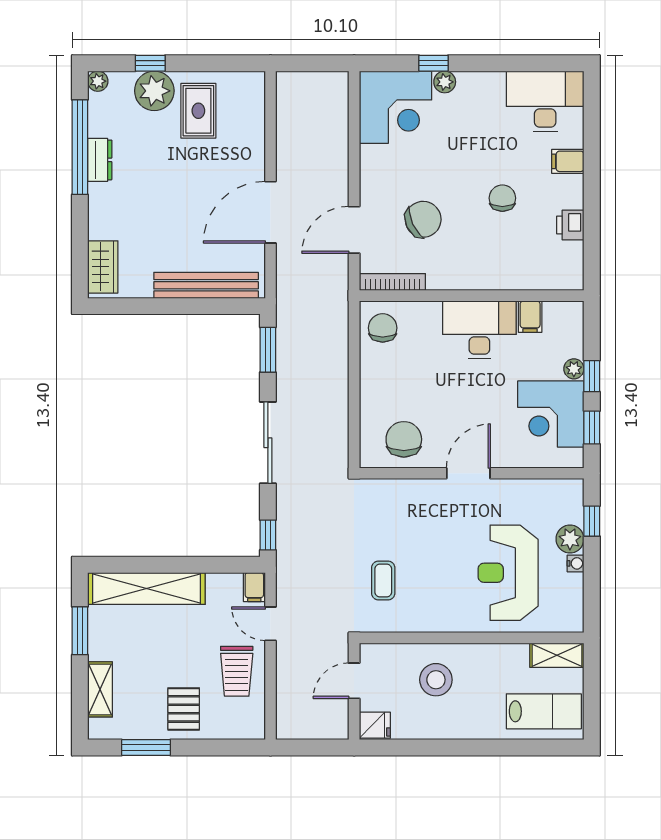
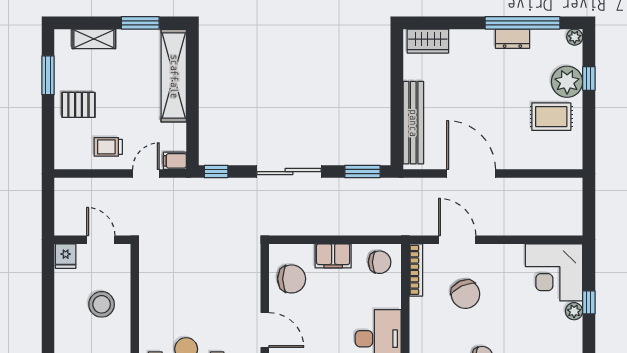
filing cabinet: (375, 387) -> (333, 256), added
coffee table: (383, 581) -> (180, 263), removed
trolley: (237, 671) -> (108, 147), width x0.73, depth x0.72

